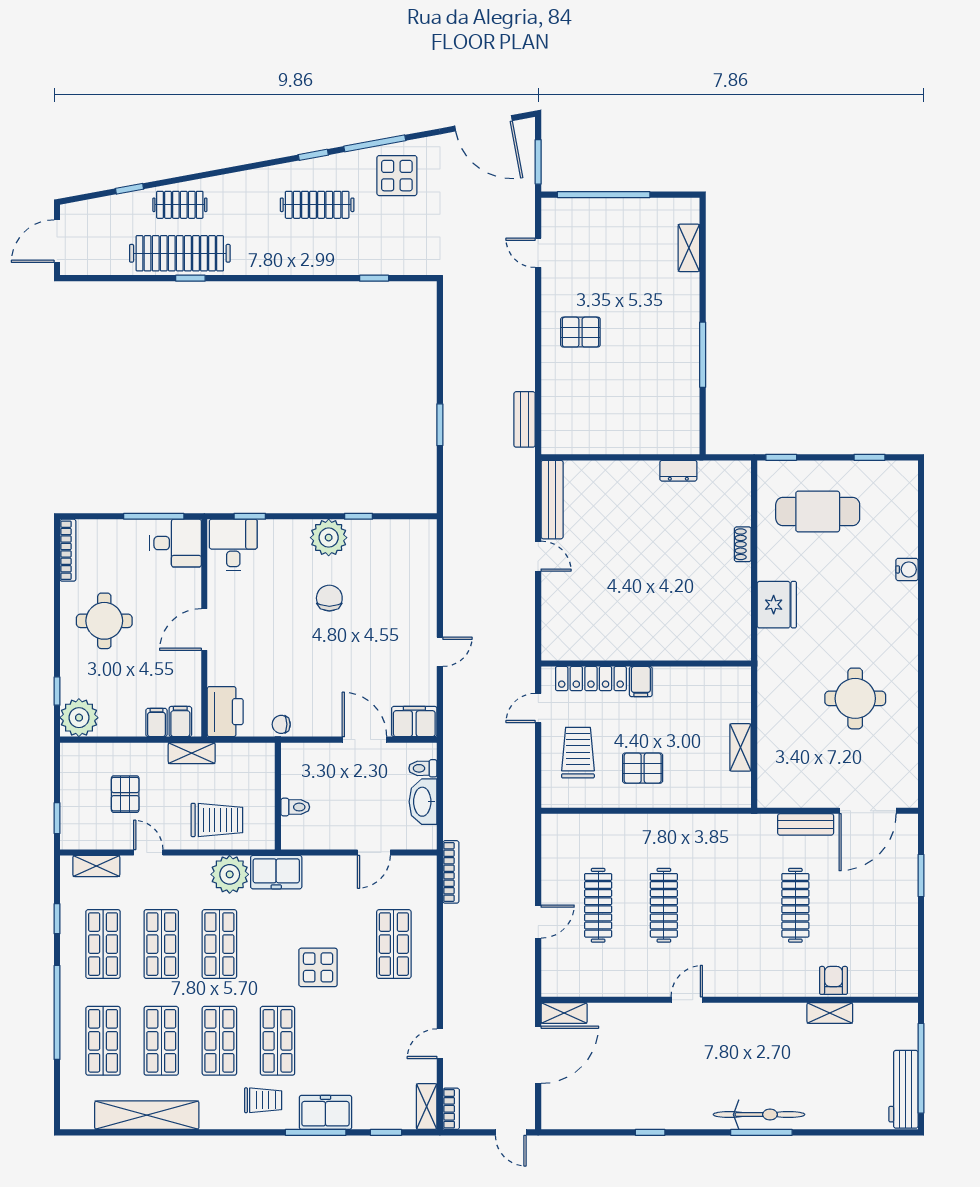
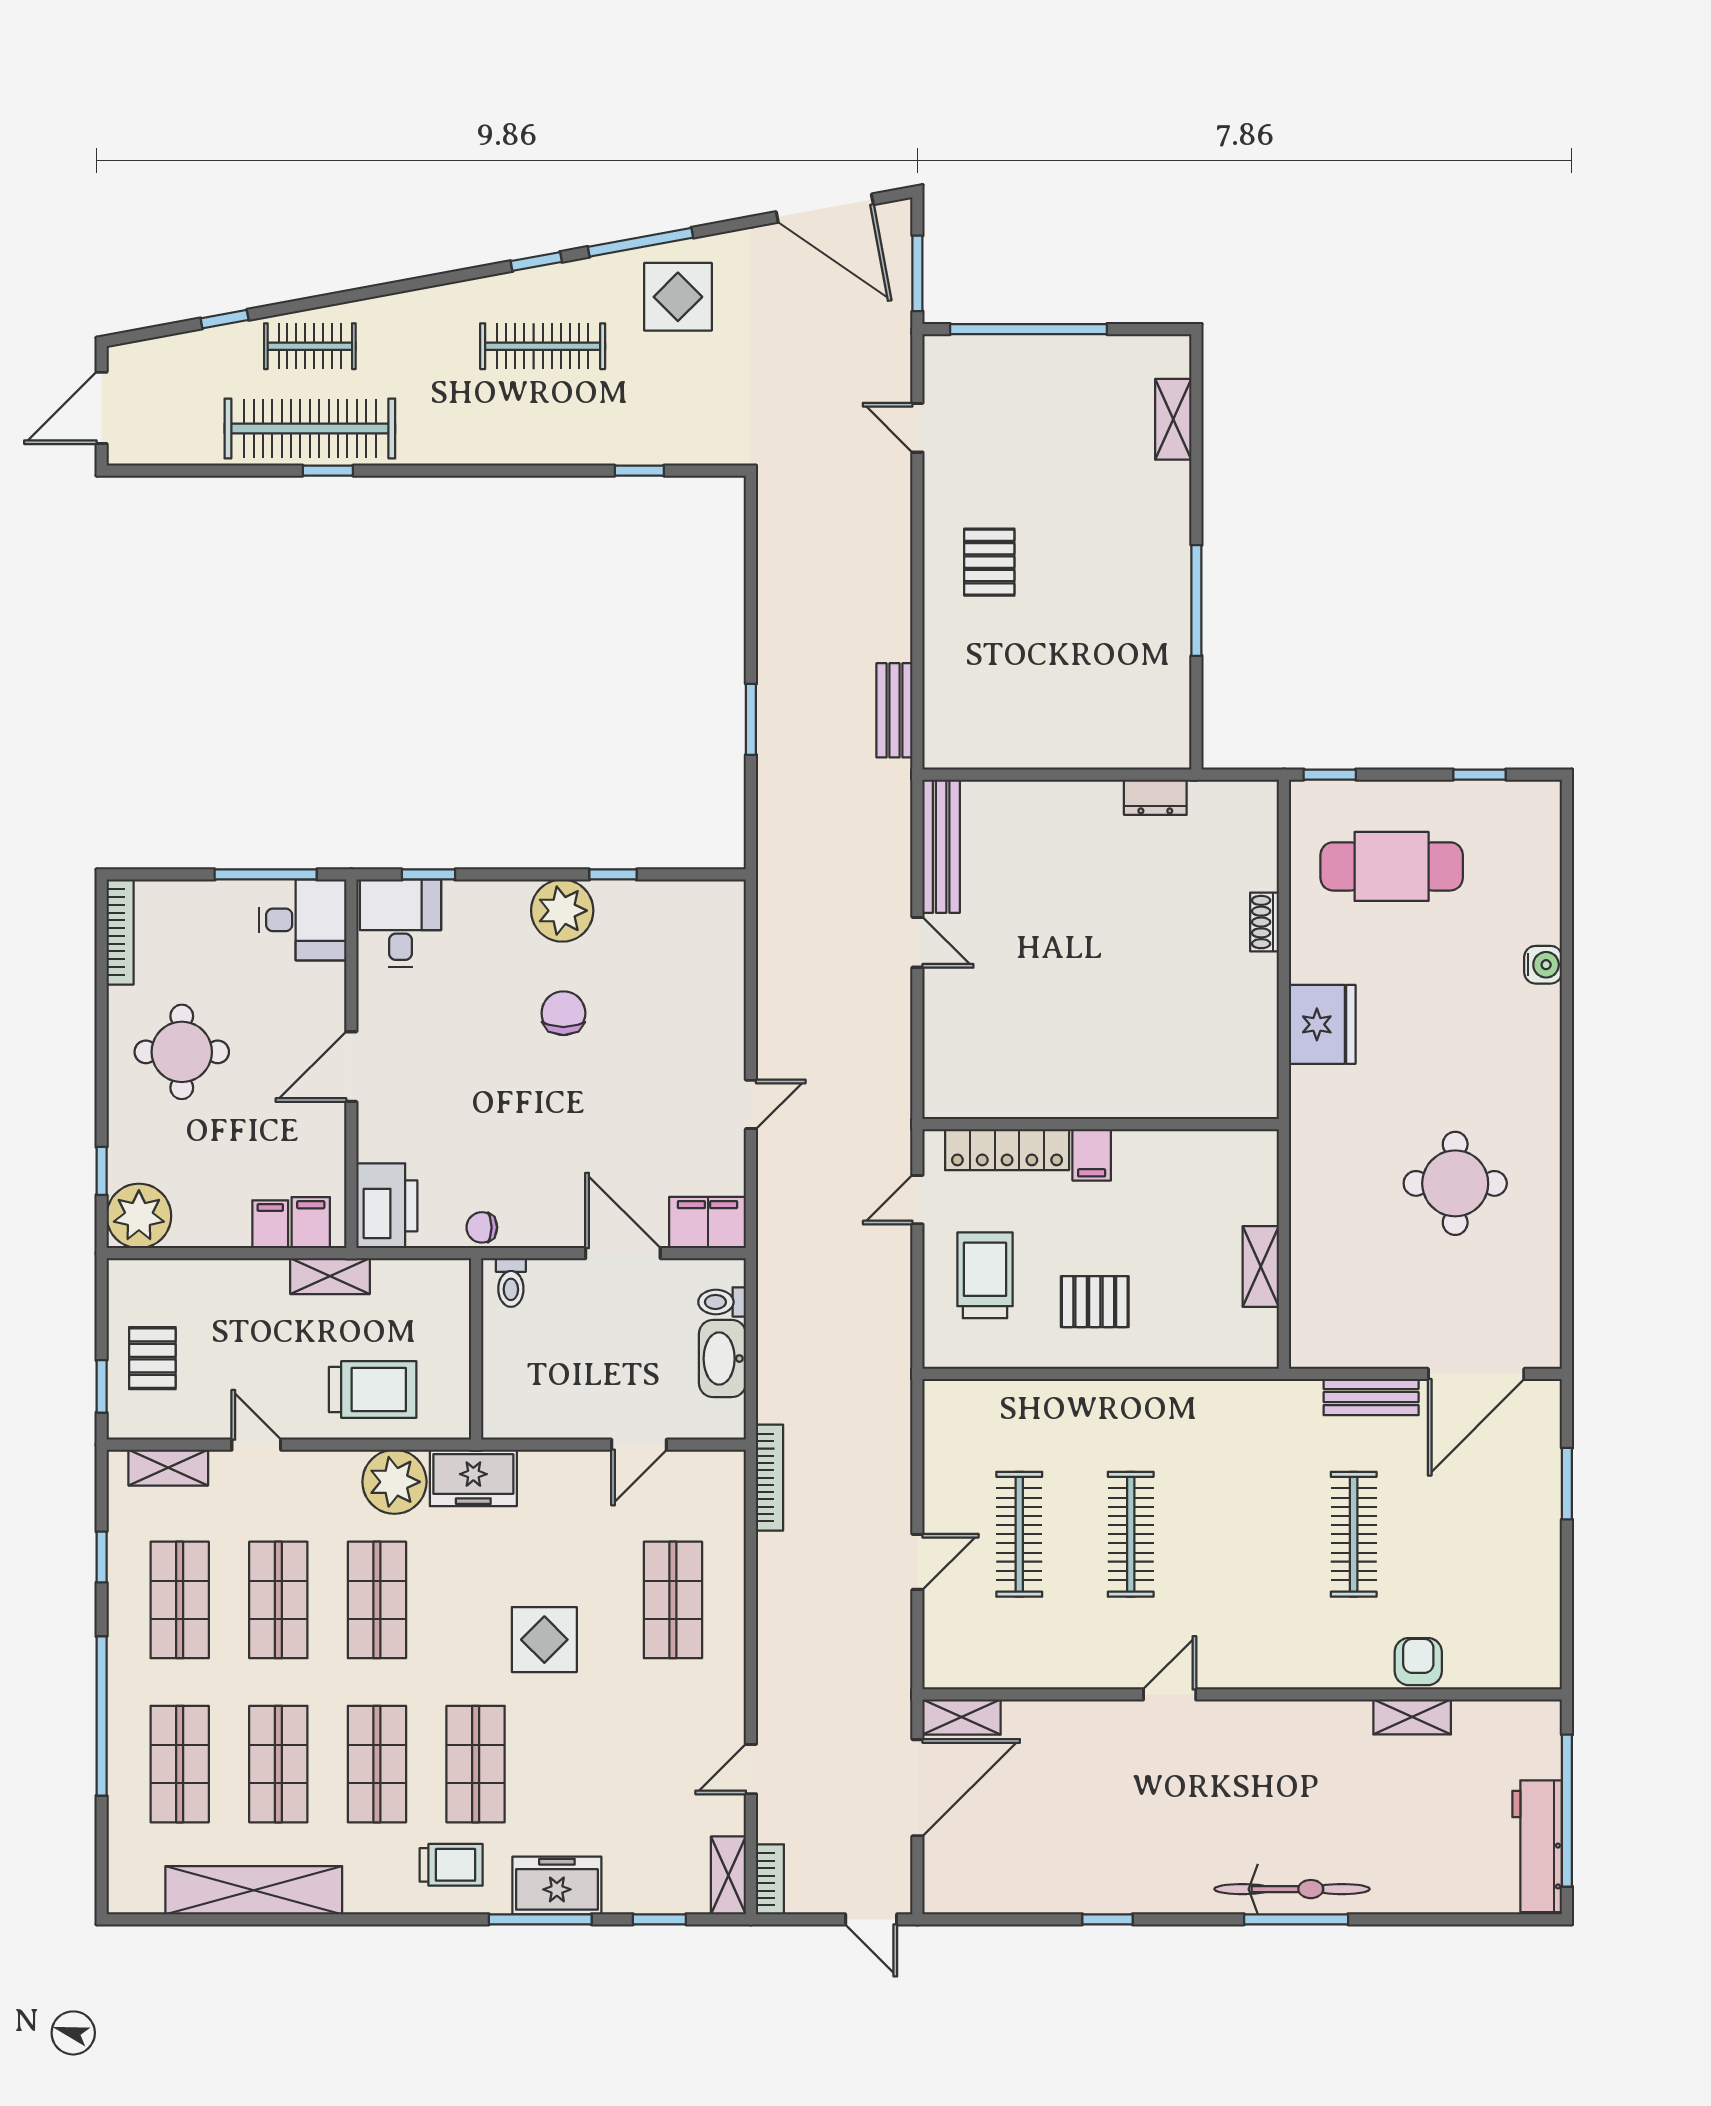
pallet: (580, 332) -> (989, 562), turned 90
pallet: (125, 794) -> (152, 1358), moved
toilet: (295, 807) -> (511, 1283), moved, turned 90

